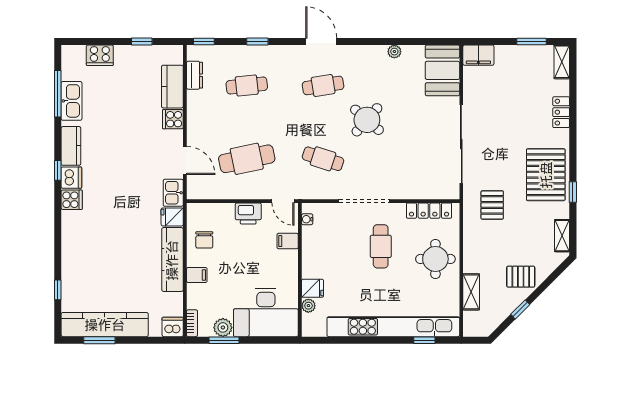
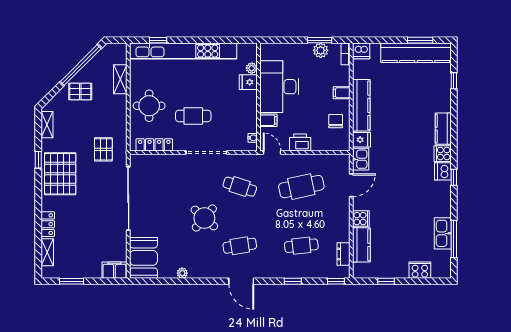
shelving: (562, 62) -> (47, 252), moved
kitchen counter: (71, 146) -> (443, 129), moved
door: (185, 161) -> (351, 185), swing flipped
cafe table: (381, 246) -> (193, 116), turned 90
window: (520, 309) -> (81, 65), width x3.17
desk: (266, 313) -> (279, 87), moved, turned -90

